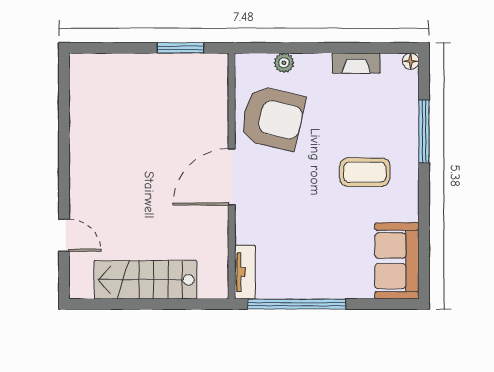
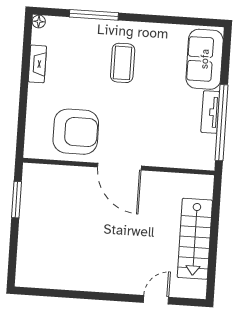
plant: (284, 63) -> (33, 120), removed
armchair: (273, 118) -> (76, 132), turned 77
sofa: (397, 261) -> (205, 59), moved, turned 90
tv unit: (245, 272) -> (210, 112), moved, turned -90

